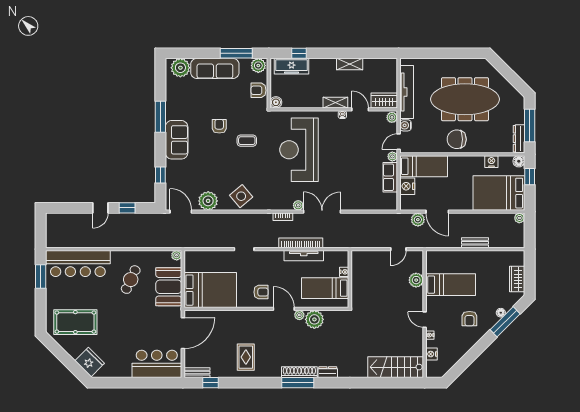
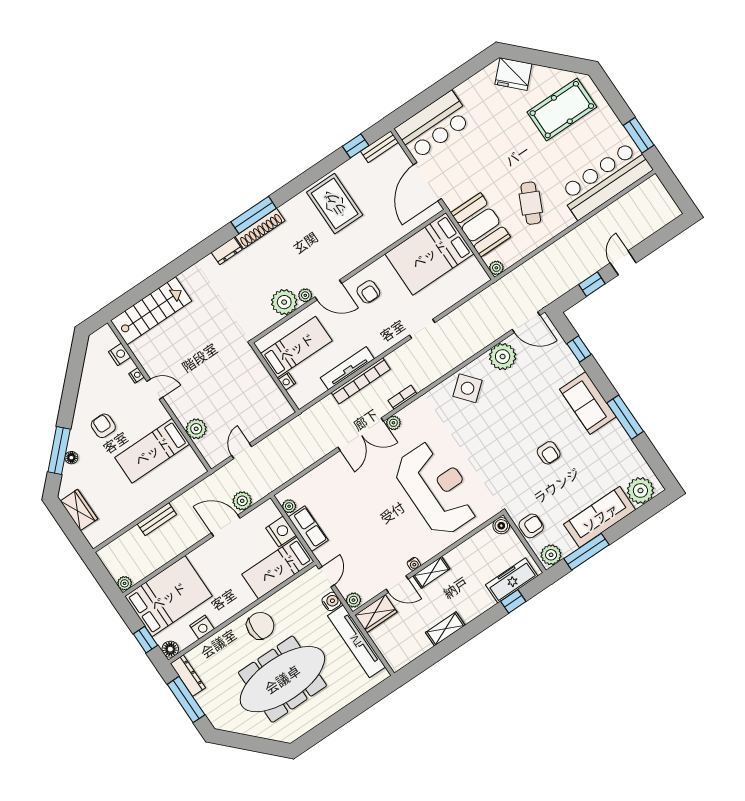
coffee table: (247, 141) -> (505, 458), removed
plant: (392, 156) -> (289, 506), moved
armchair: (261, 292) -> (368, 292), turned -90
rug: (246, 357) -> (335, 204), width x1.36, depth x1.43

